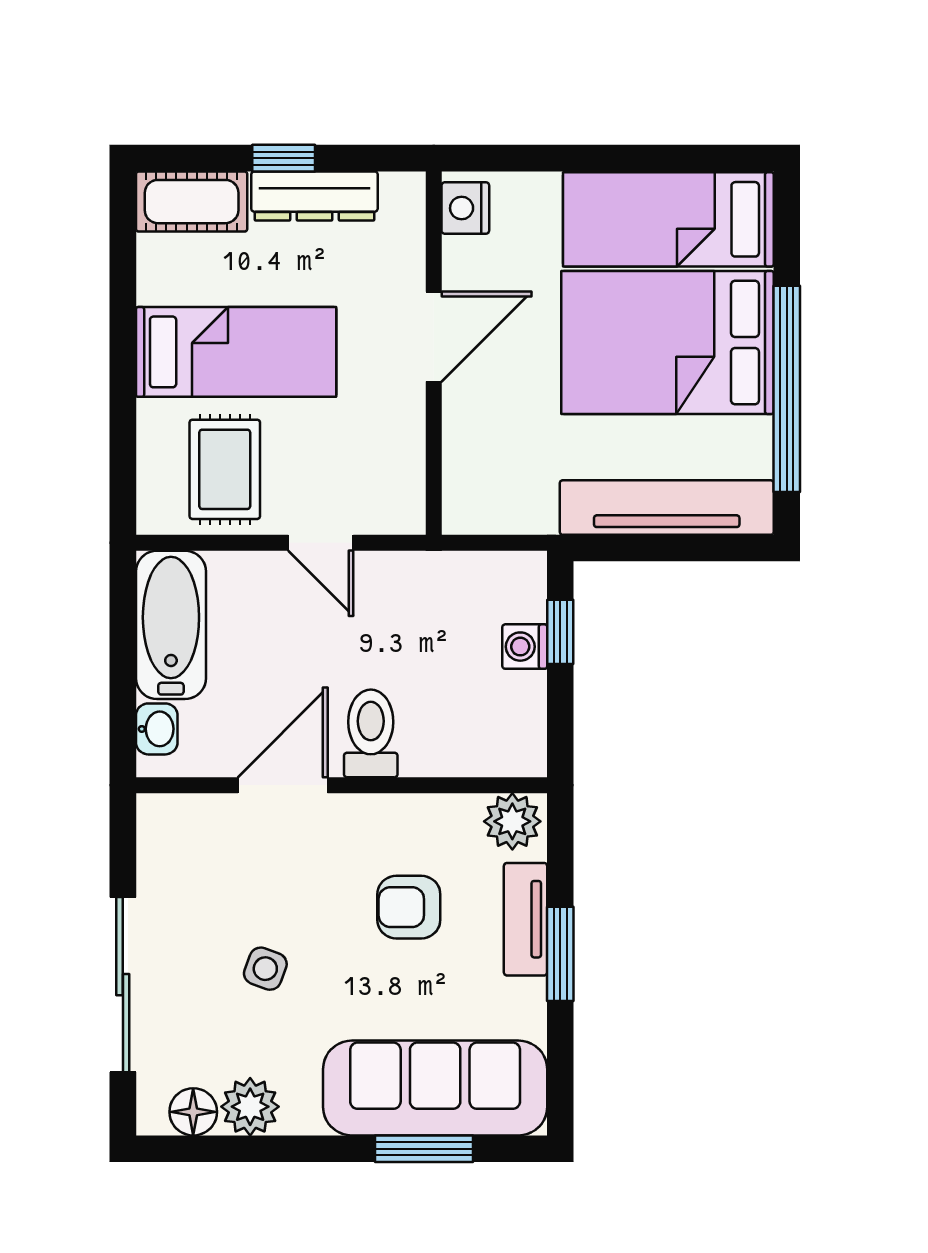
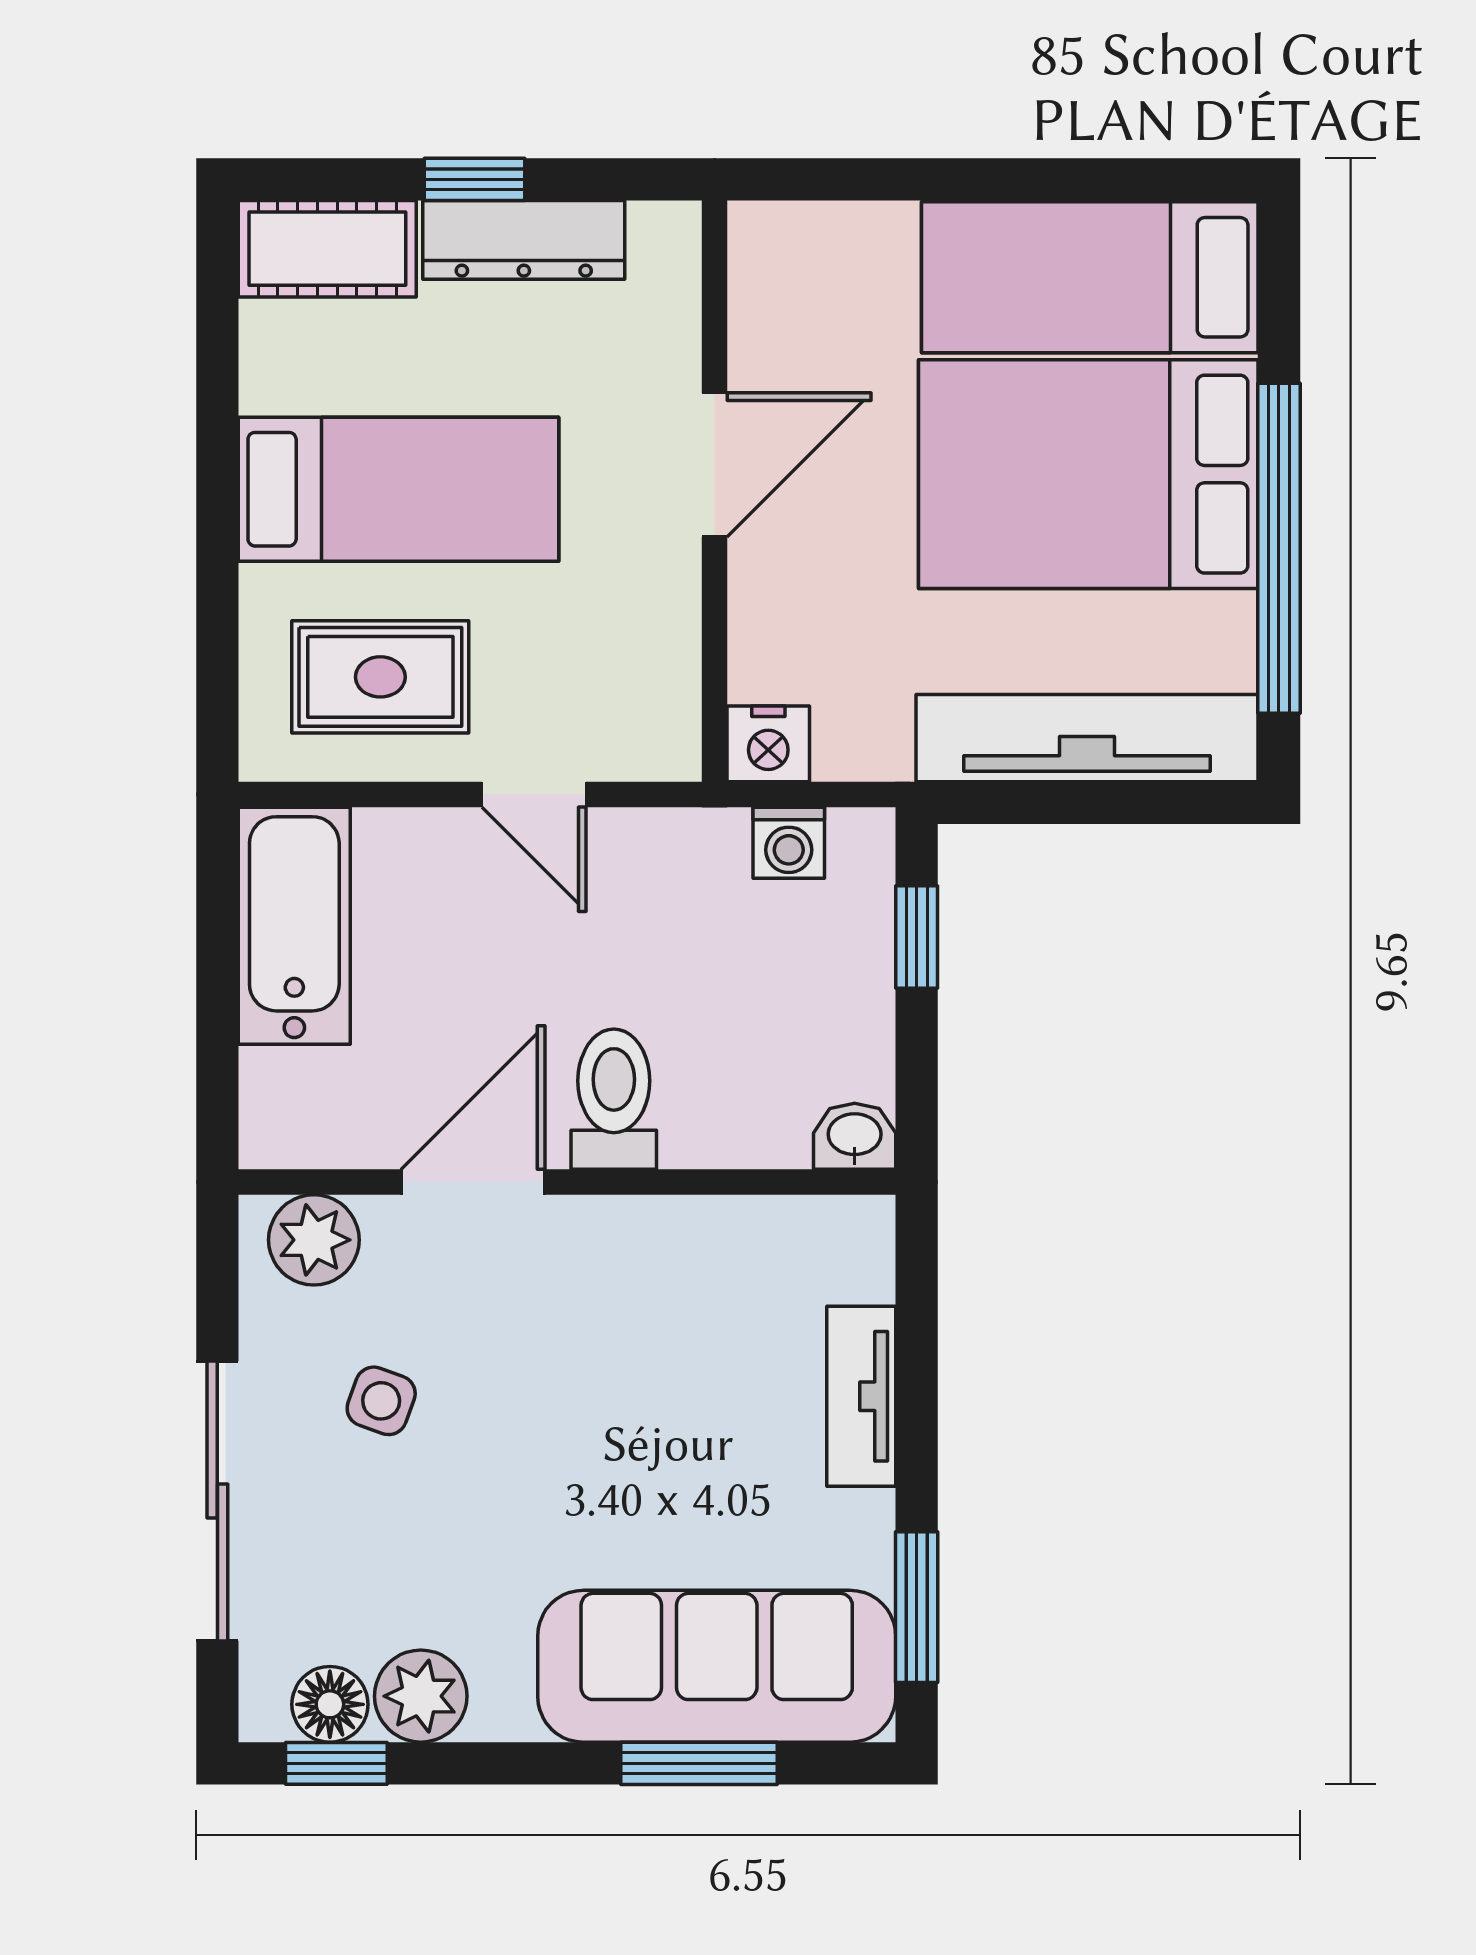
nightstand: (465, 208) -> (768, 744), moved, turned -90
rug: (225, 469) -> (380, 677), turned 90
washing machine: (525, 647) -> (789, 843), moved, turned -90
washbasin: (157, 729) -> (855, 1136), moved, turned -90
plant: (512, 821) -> (314, 1240), moved
armchair: (409, 907) -> (675, 1377), removed
window: (560, 954) -> (917, 1607), moved
side table: (265, 969) -> (381, 1401), moved
window: (197, 1149) -> (336, 1763), added

